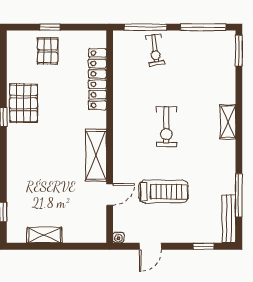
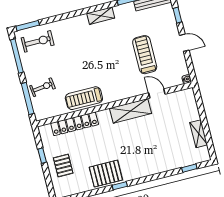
window: (50, 27) -> (42, 156), moved
pallet: (48, 51) -> (63, 165), turned 90
treadmill: (127, 99) -> (84, 98), added
shelving: (228, 122) -> (101, 16), moved
exercise bike: (166, 127) -> (38, 41), moved
door: (150, 246) -> (184, 43), moved

